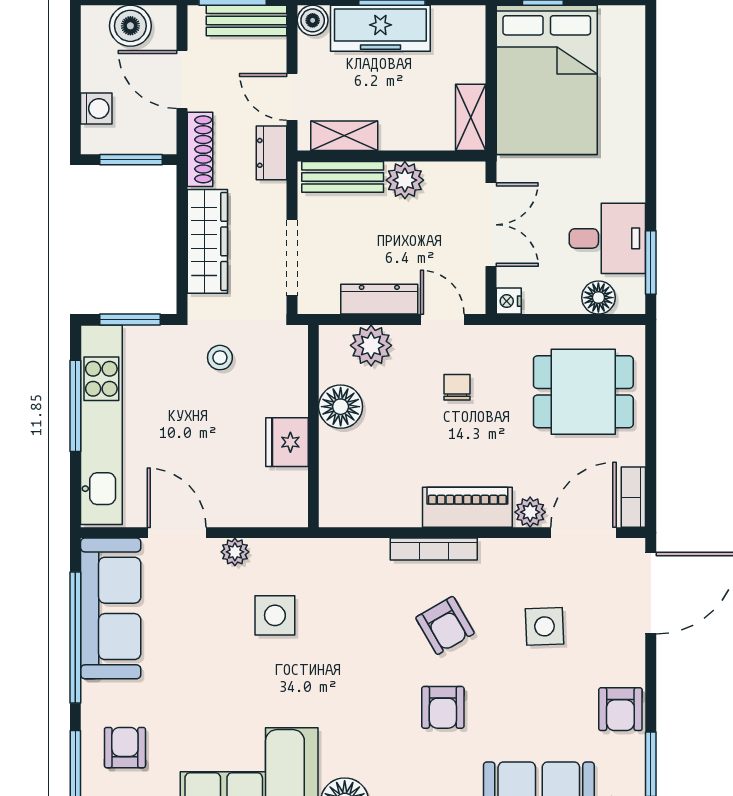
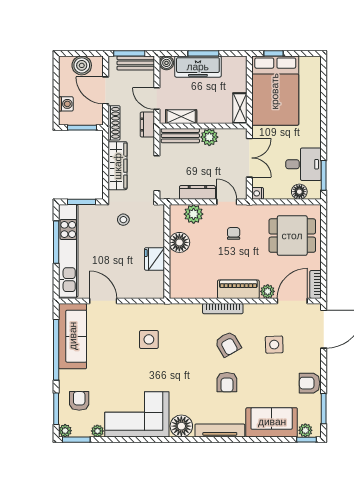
plant: (235, 552) -> (130, 310), removed
armchair: (620, 709) -> (309, 383), turned 90

